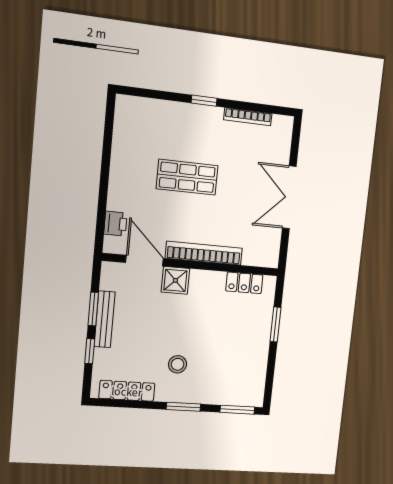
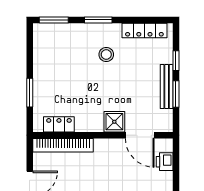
bookcase: (204, 253) -> (63, 145), moved

